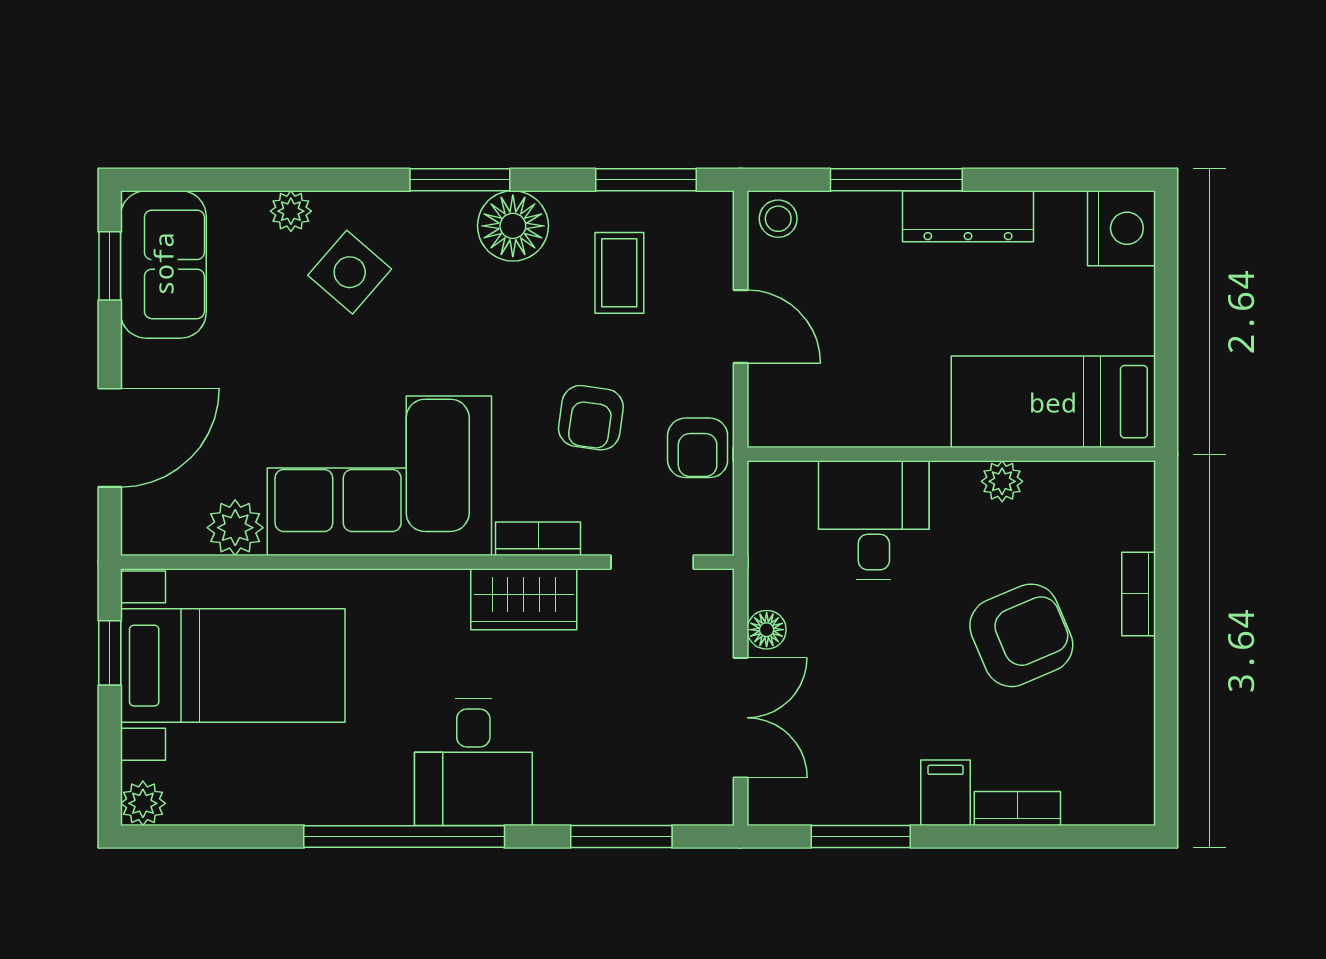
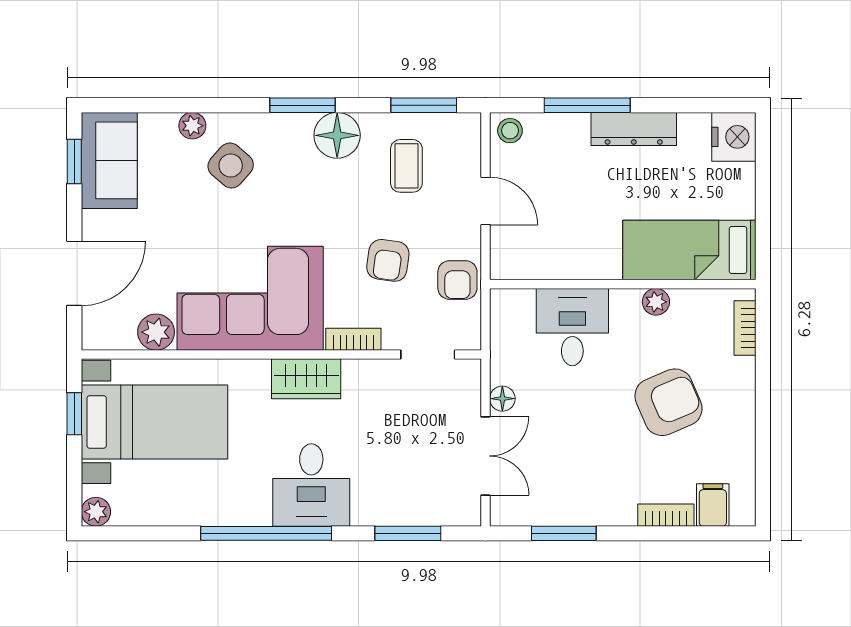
bookcase: (1139, 594) -> (745, 328), moved
wardrobe: (524, 599) -> (306, 379), moved
filing cabinet: (946, 793) -> (713, 505), moved

